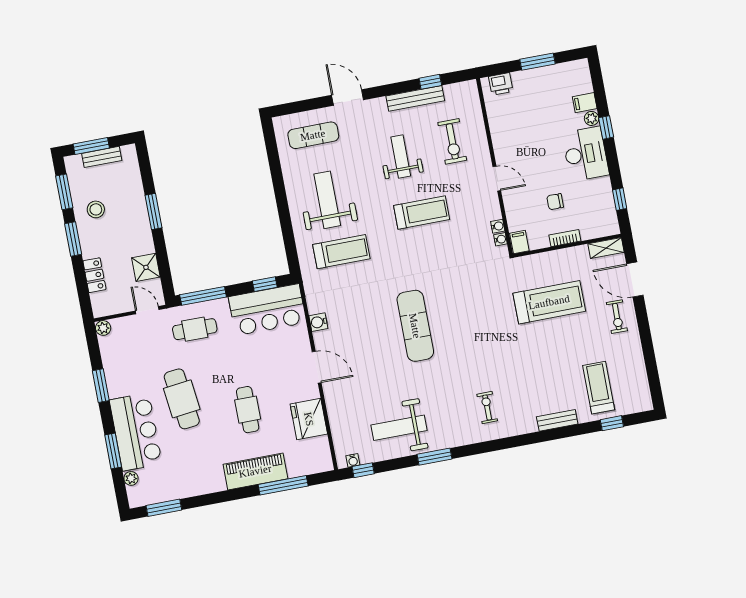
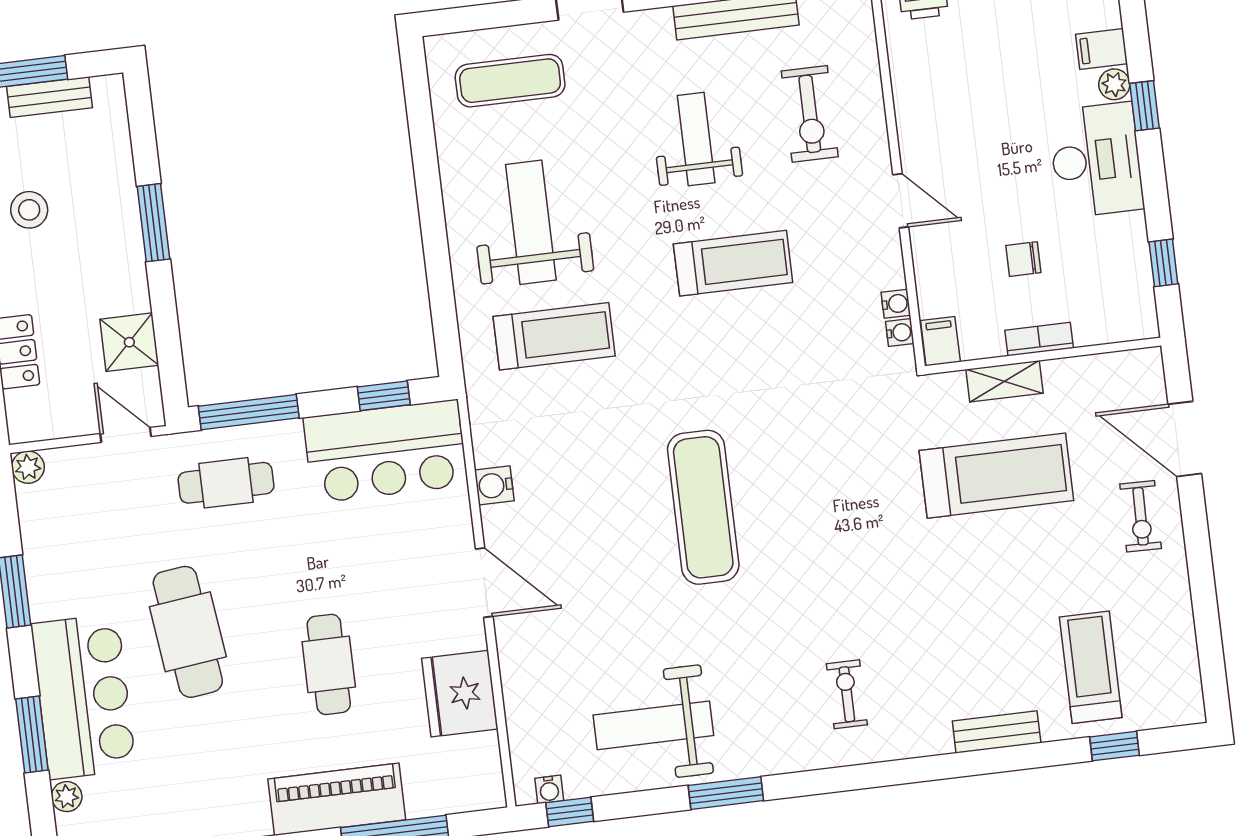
shelving: (606, 248) -> (1005, 381), moved

